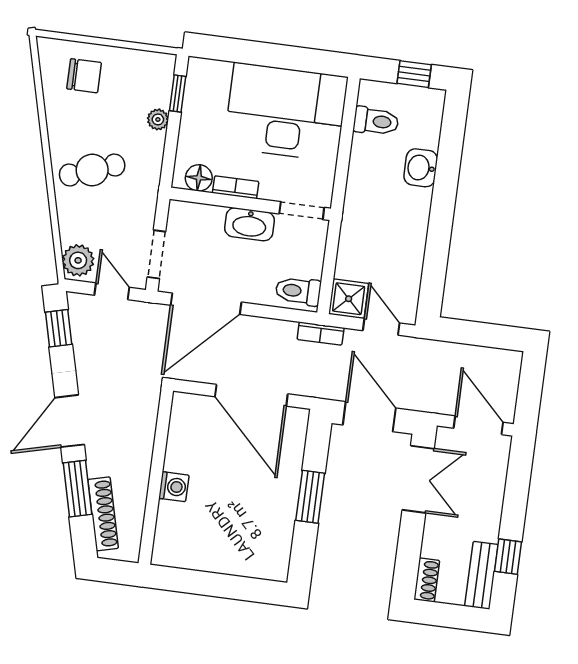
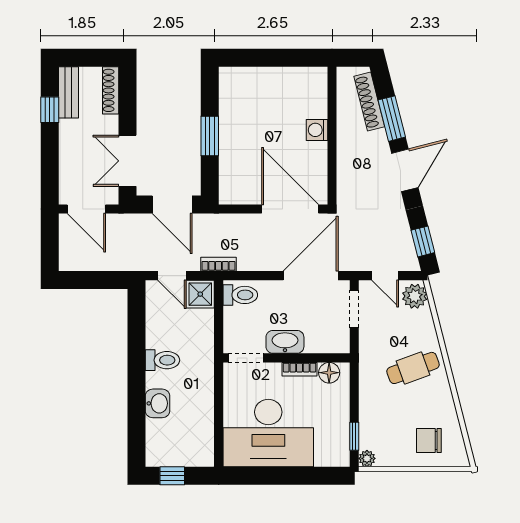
plant: (158, 119) -> (367, 458), moved
toilet: (376, 121) -> (162, 360), moved, turned 180
door: (251, 395) -> (290, 209), moved
shoe rack: (427, 580) -> (111, 90), width x1.43

